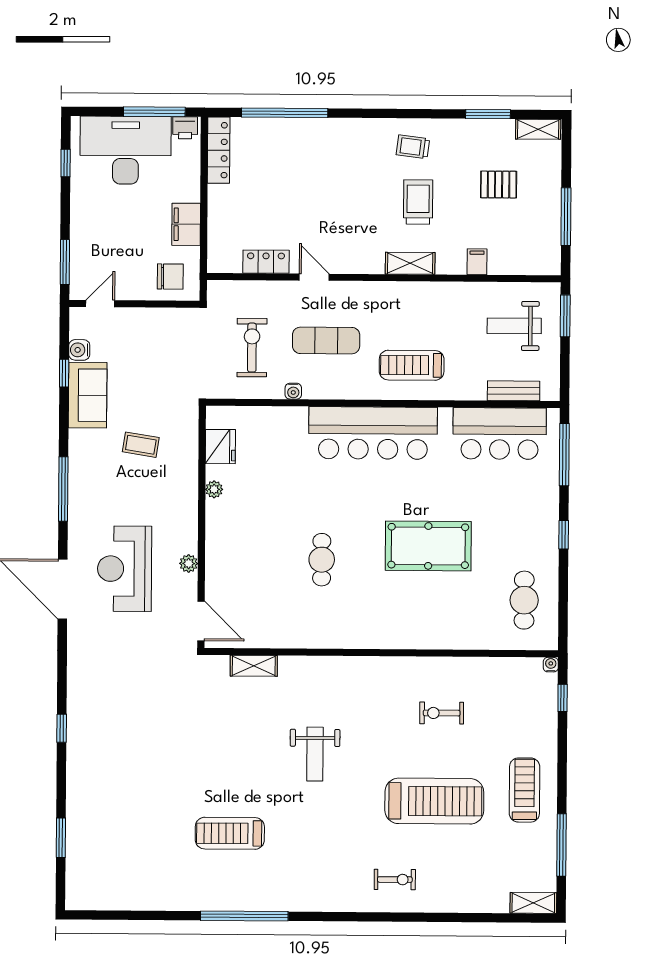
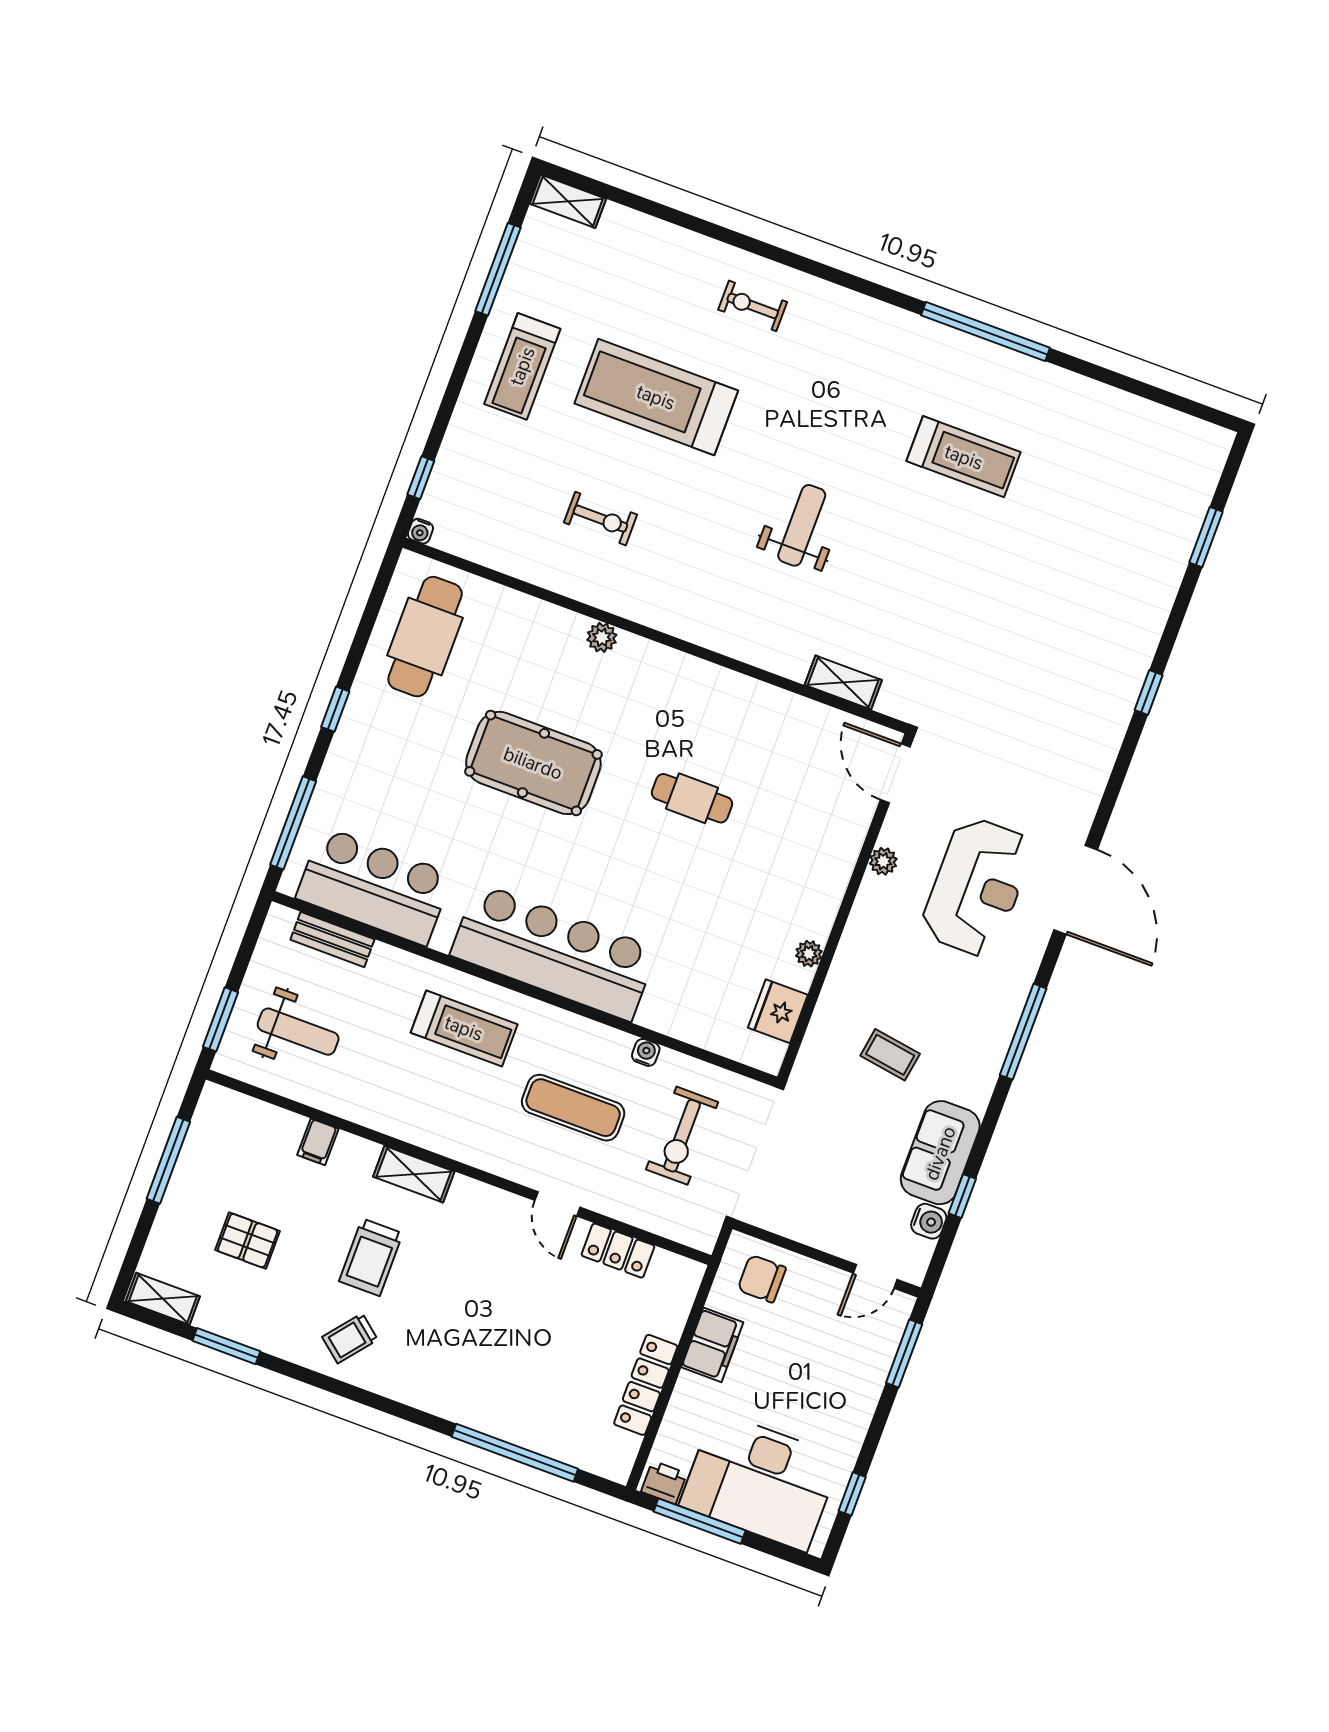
trolley: (413, 147) -> (350, 1338), turned 122
locker: (219, 150) -> (646, 1385), moved
cafe table: (322, 560) -> (692, 798), turned 90
cafe table: (524, 600) -> (425, 637), width x1.37, depth x1.35
plant: (414, 639) -> (602, 637), added

